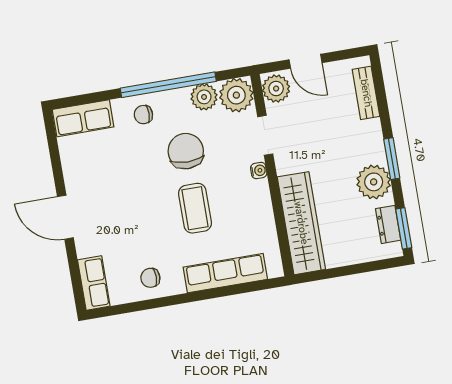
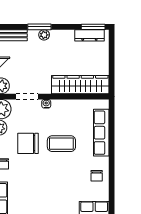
window: (392, 159) -> (39, 27), moved
plant: (374, 182) -> (44, 35), moved, width x0.53, depth x0.53
dresser: (388, 224) -> (89, 35), width x1.44

